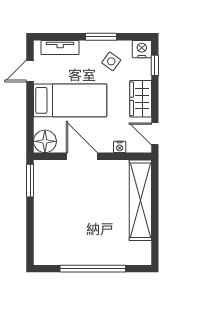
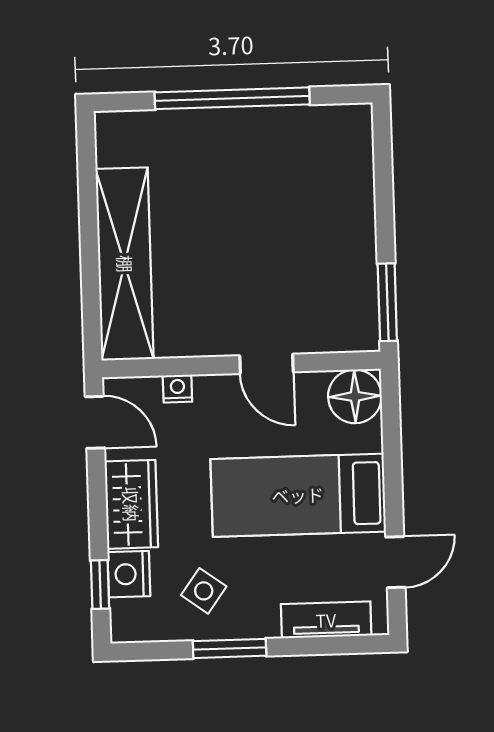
nightstand: (142, 49) -> (129, 574), moved, turned 90
door: (82, 156) -> (266, 364), width x0.73

